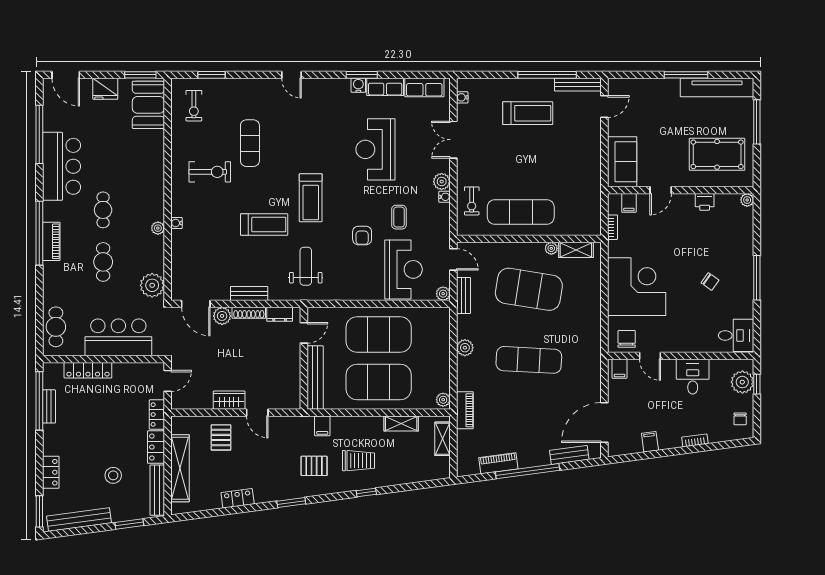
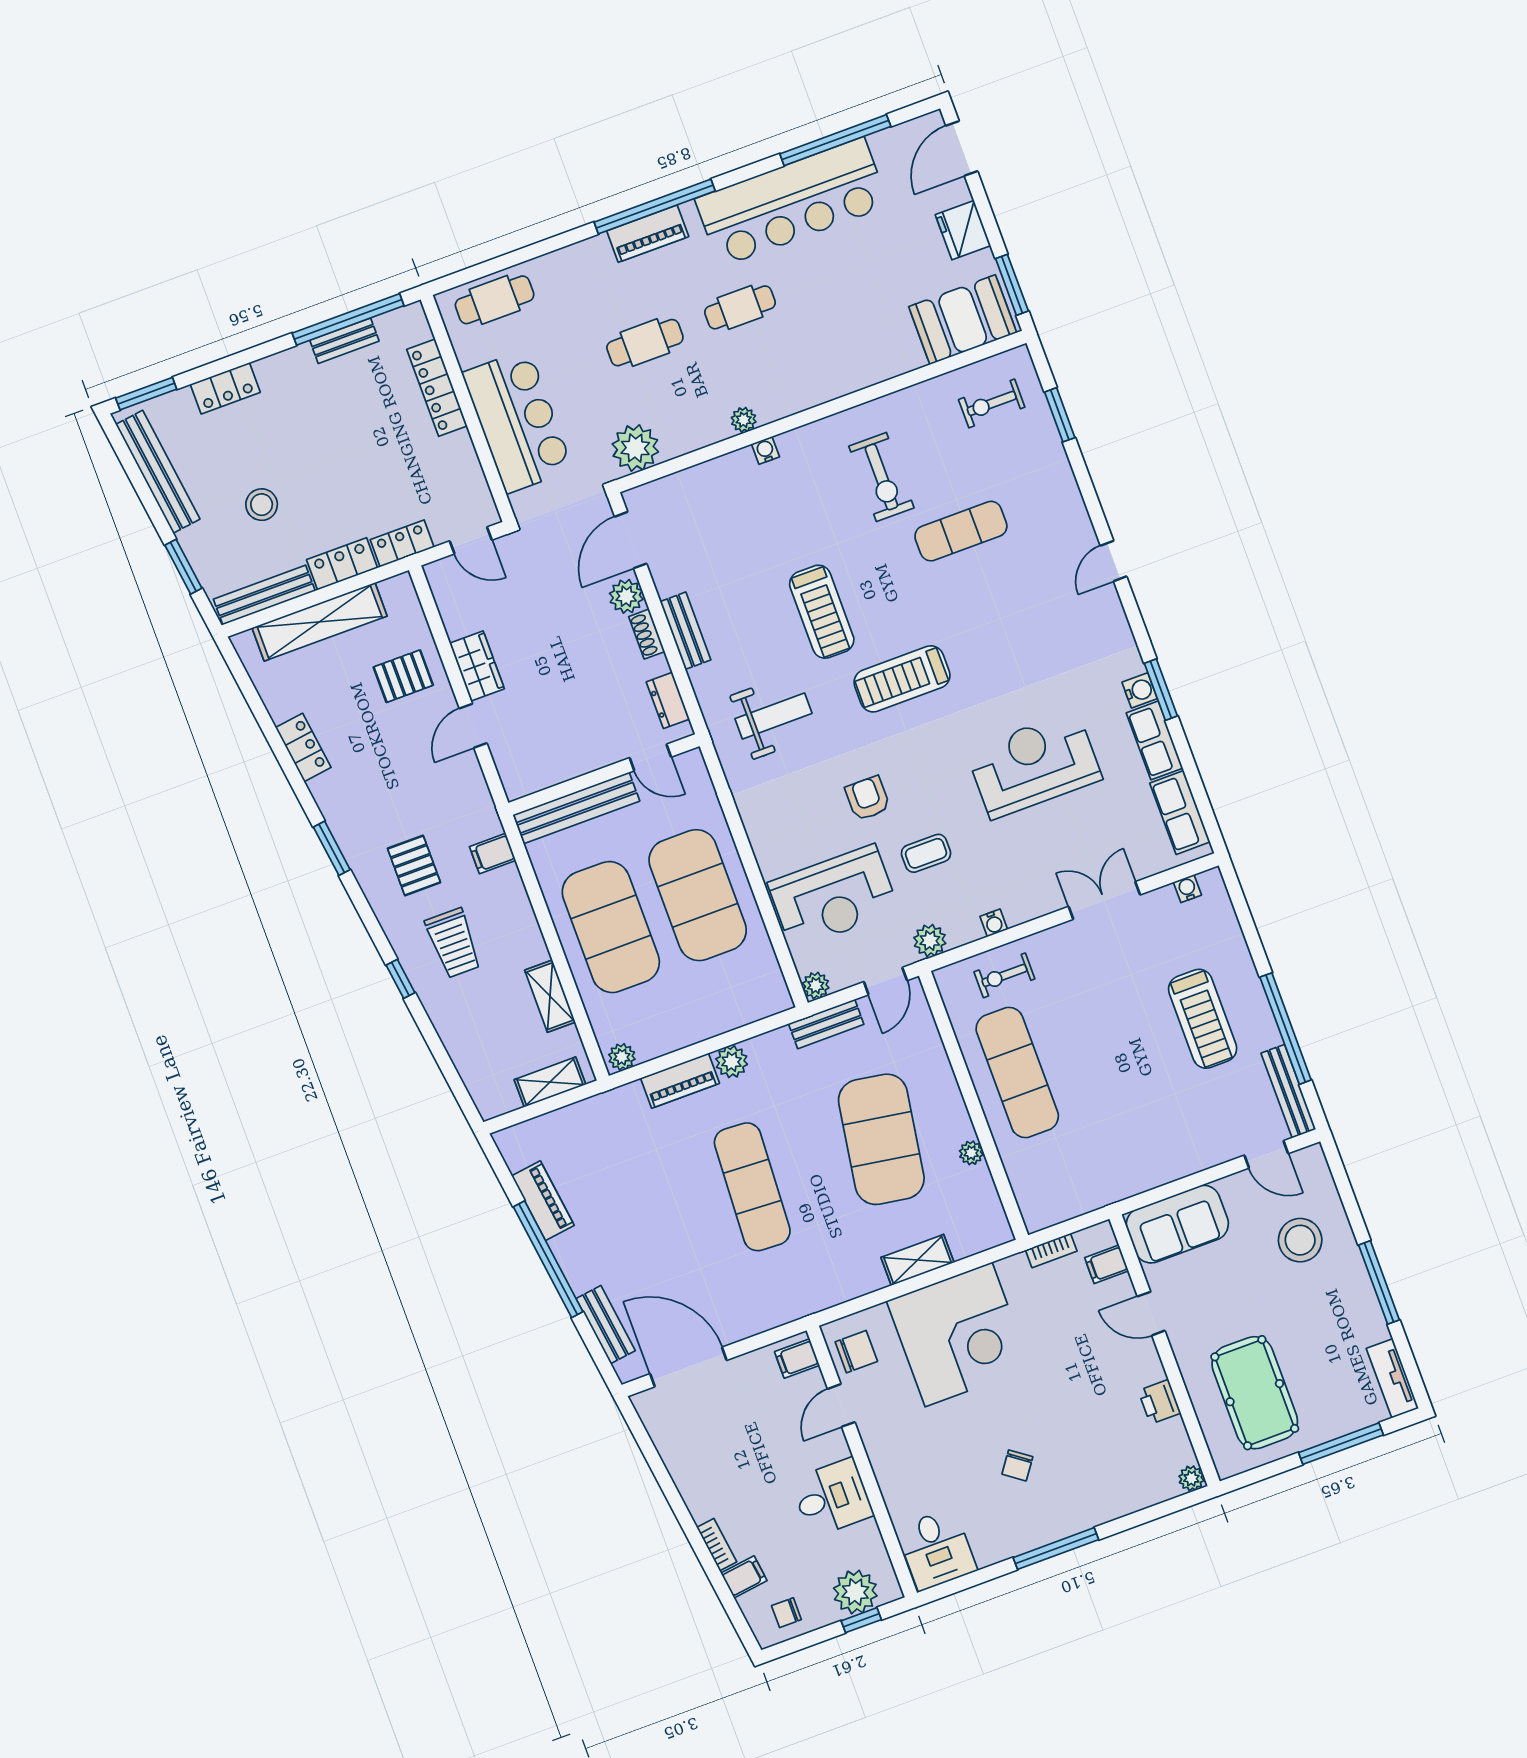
tv unit: (717, 88) -> (1392, 1378), width x0.52, depth x0.78
stool: (652, 105) -> (1300, 1240), added
bar counter: (61, 166) -> (792, 202), width x1.36
plant: (442, 182) -> (930, 941), moved
armchair: (362, 235) -> (868, 798), turned 90
shelving: (576, 250) -> (917, 1260), moved, turned 90
shoe rack: (249, 313) -> (647, 634), width x0.70
piano: (465, 410) -> (680, 1081), moved
filing cabinet: (650, 442) -> (744, 1577), moved

